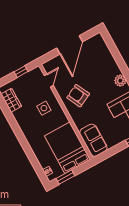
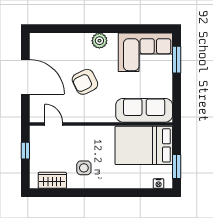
armchair: (78, 96) -> (85, 82), moved
side table: (44, 108) -> (84, 168), moved
sofa: (93, 140) -> (144, 110), width x1.36

